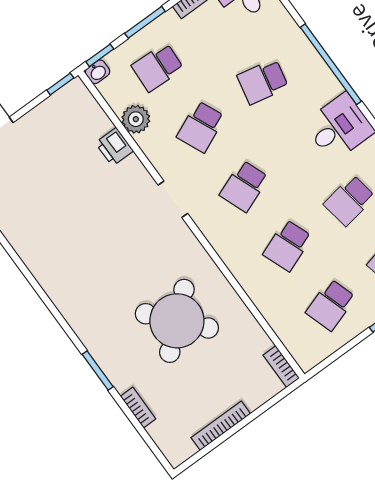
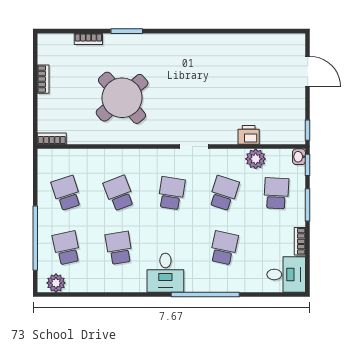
school desk: (201, 127) -> (224, 193), turned 42
school desk: (244, 186) -> (171, 193), turned 30
bookcase: (221, 426) -> (43, 79), width x0.64

